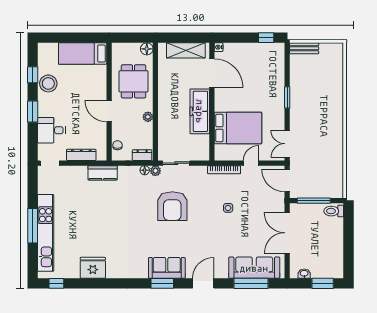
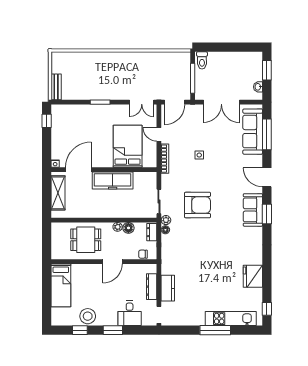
floor lamp: (147, 49) -> (128, 228), moved
kitchen counter: (103, 173) -> (168, 288), moved
kitchen unit: (46, 233) -> (231, 319), width x0.73

